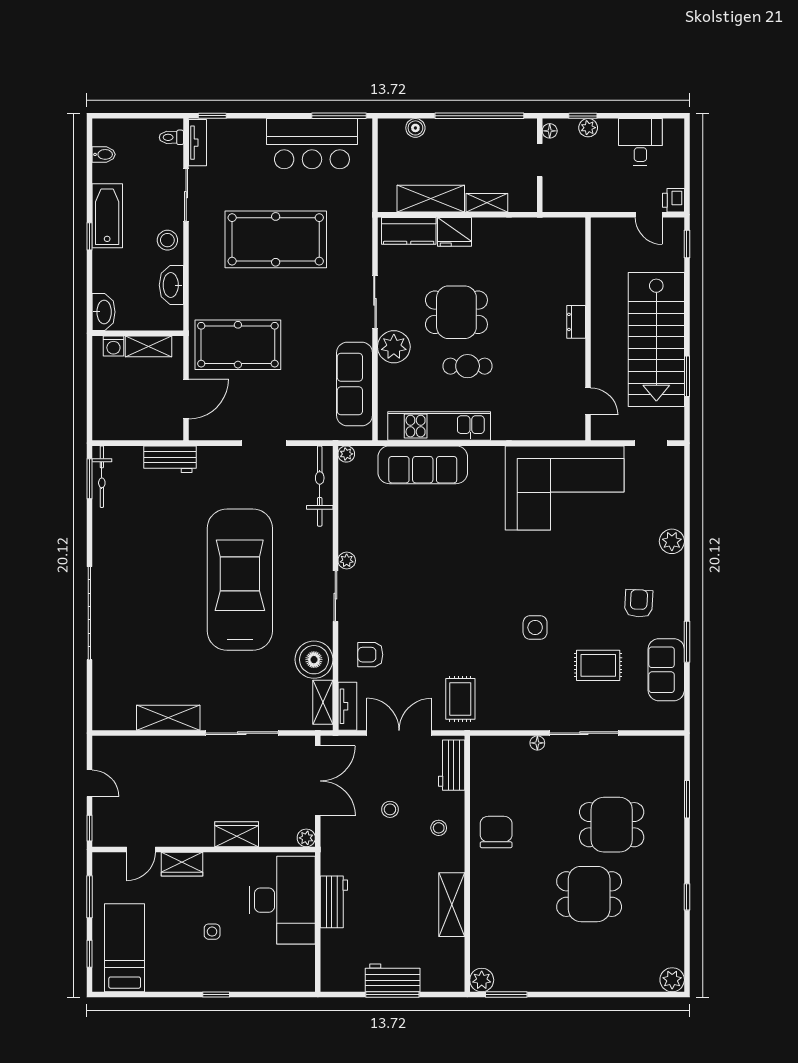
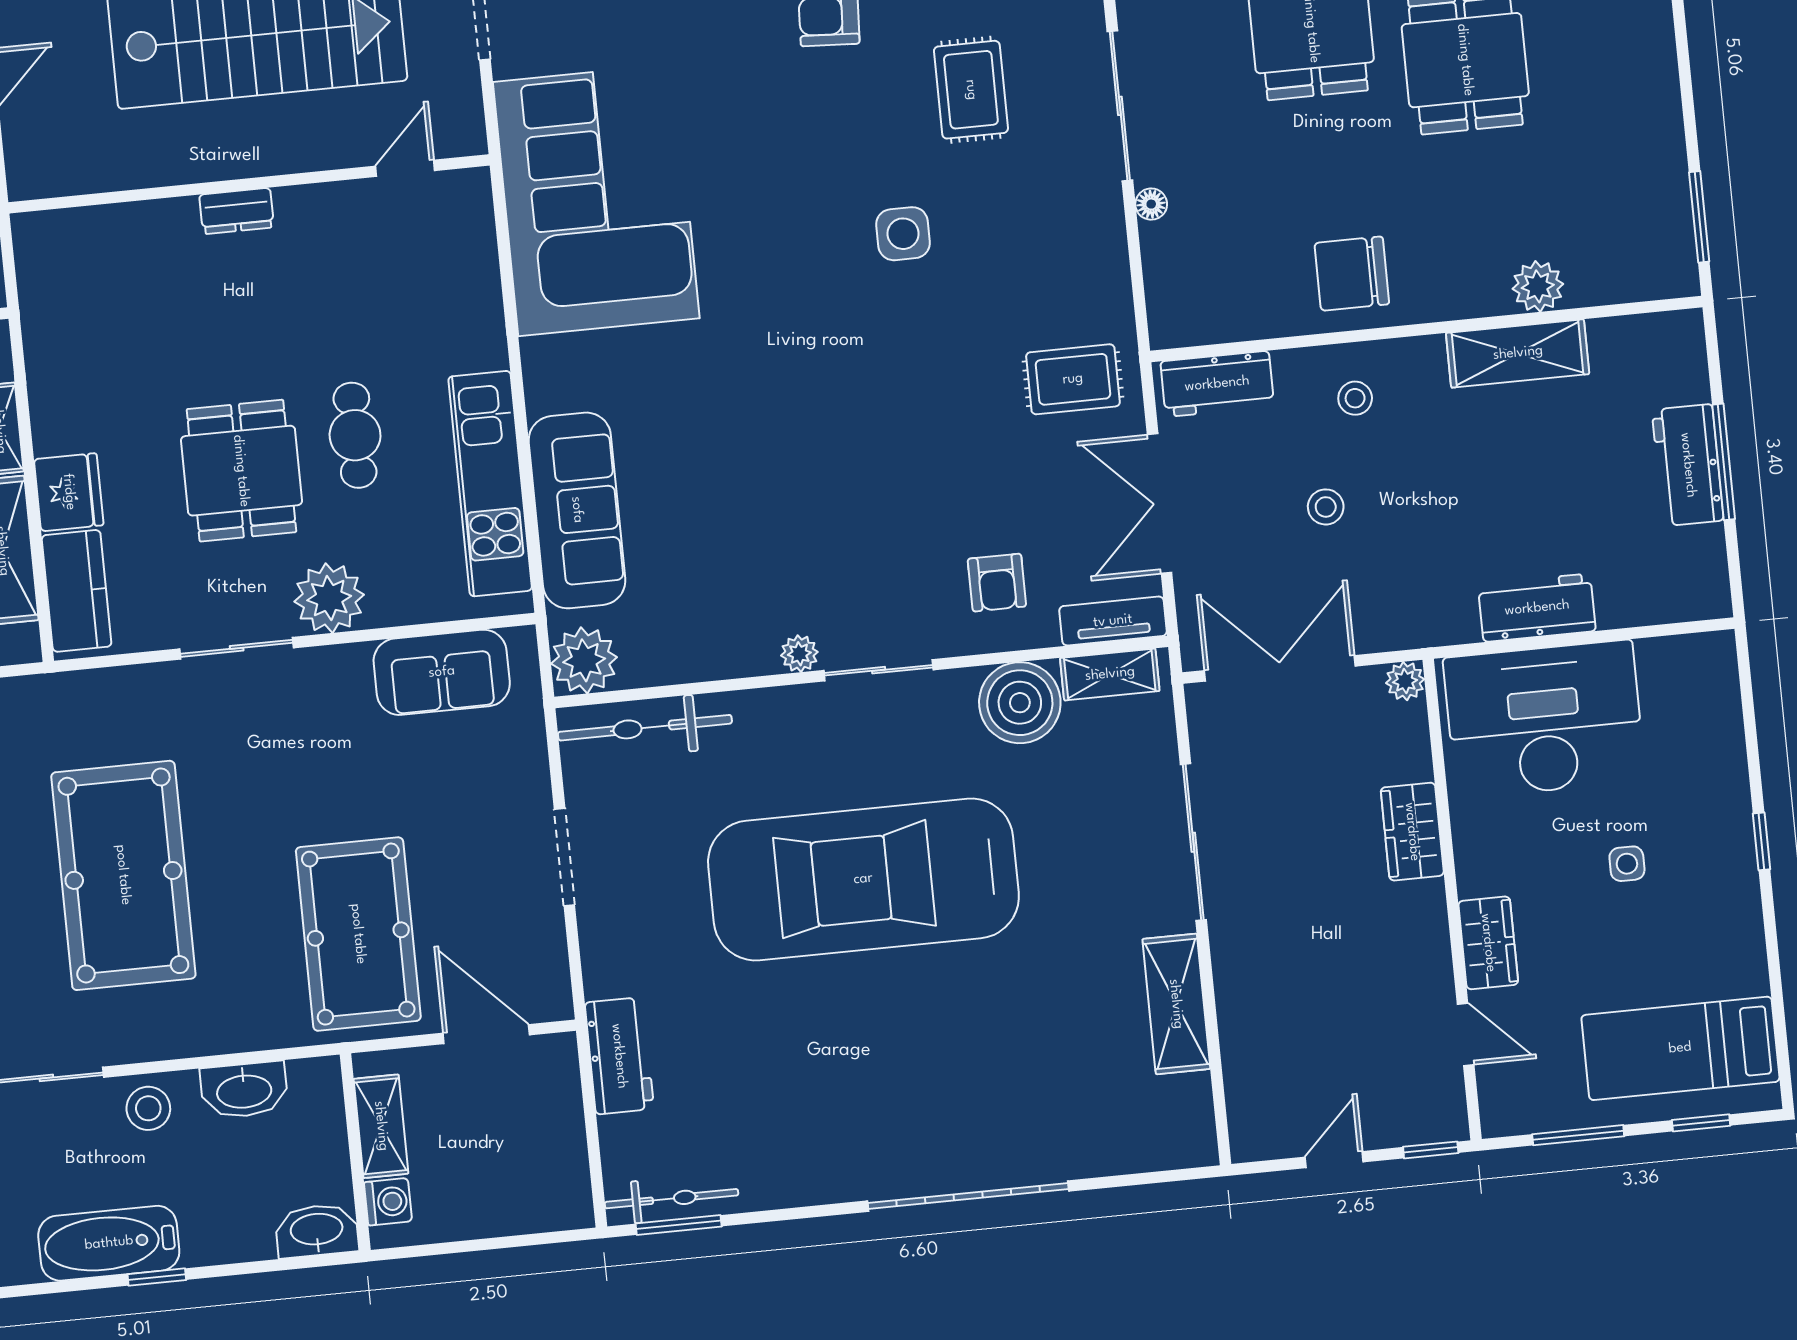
sofa: (355, 384) -> (442, 672), width x0.73
plant: (346, 454) -> (584, 660), width x1.87, depth x1.87
plant: (482, 980) -> (1538, 286), moved

